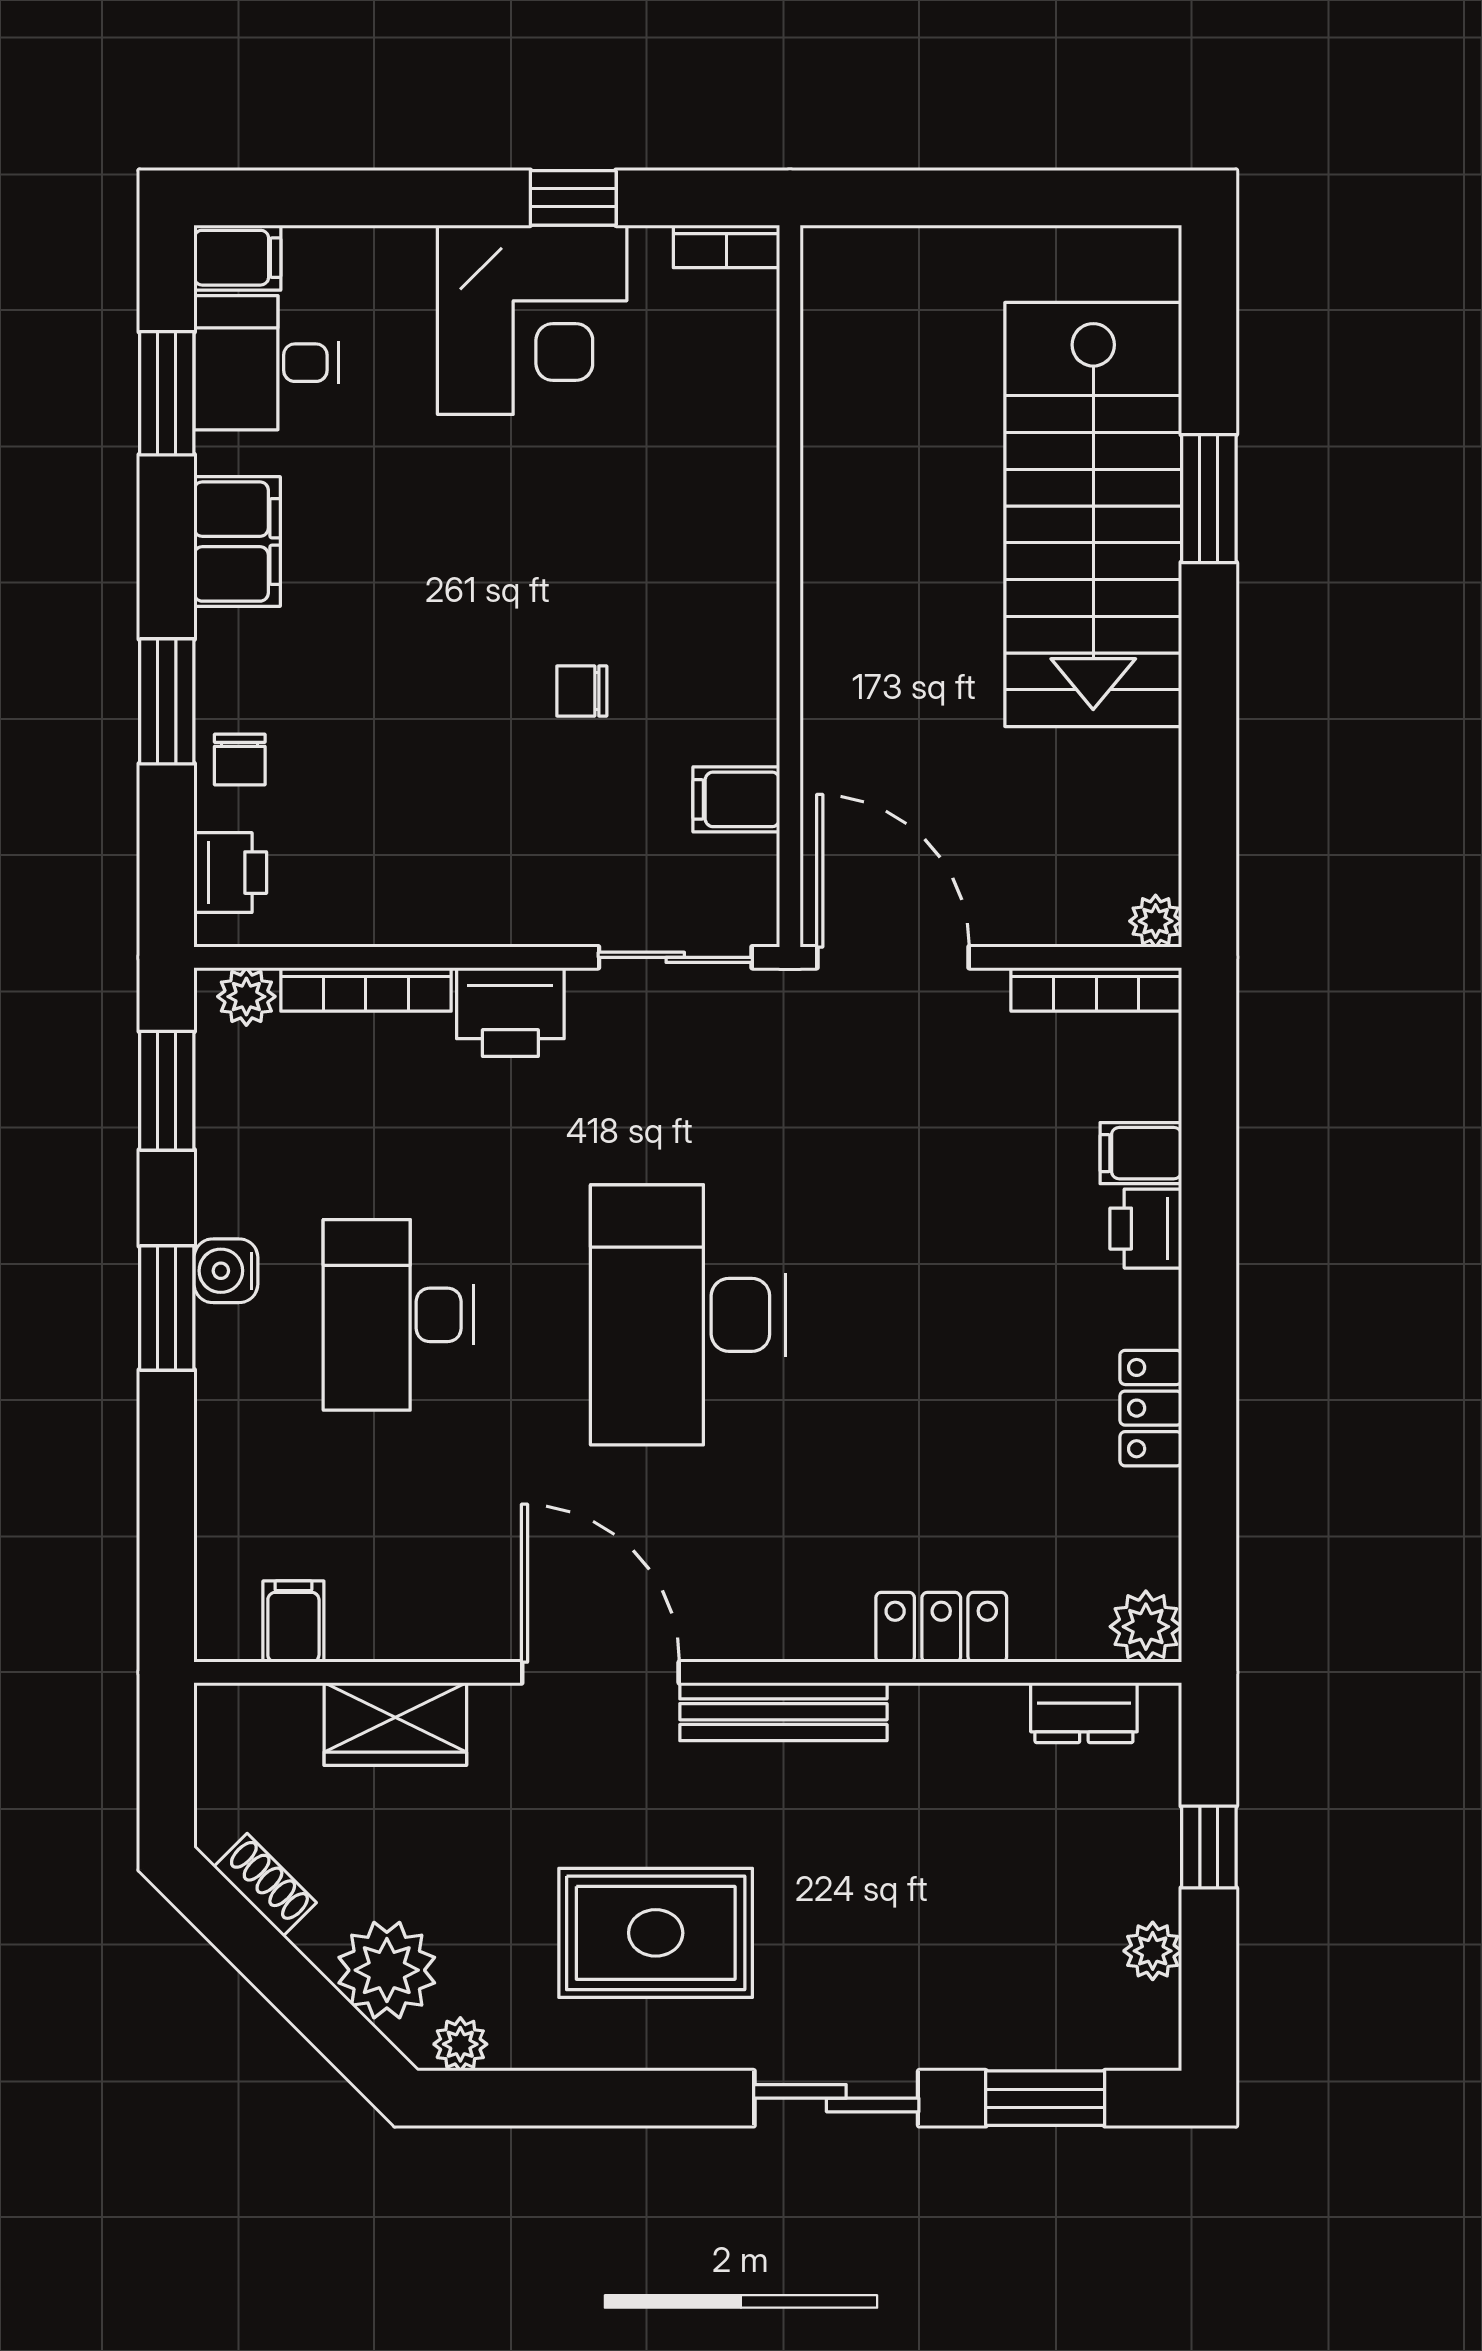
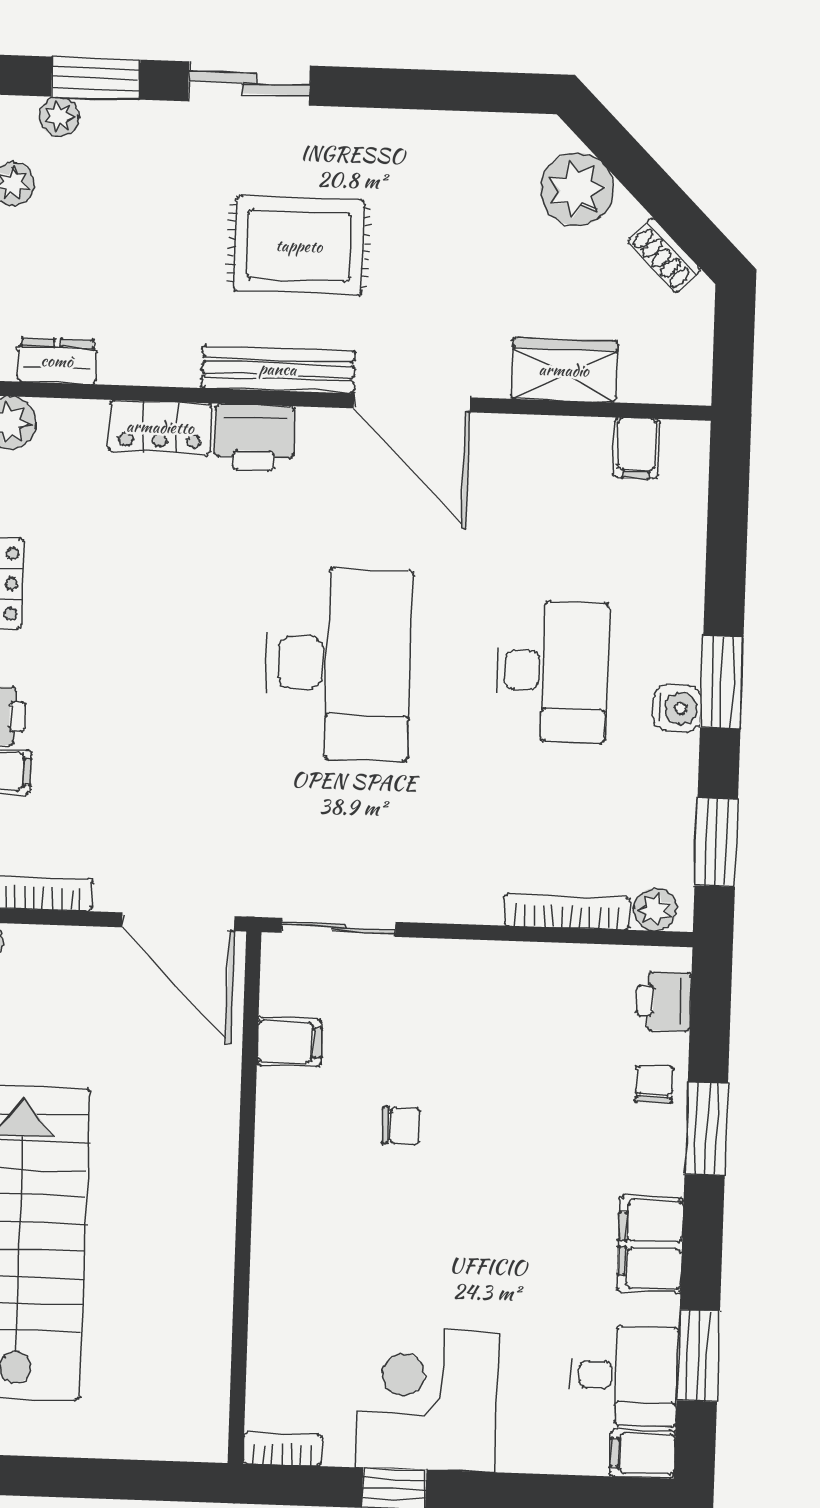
printer: (510, 1012) -> (254, 438), moved, turned 180
rug: (656, 1933) -> (299, 246), moved
plant: (460, 2044) -> (59, 117), moved

